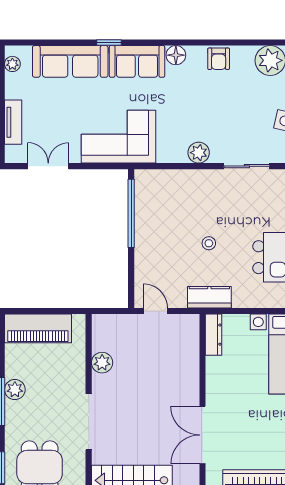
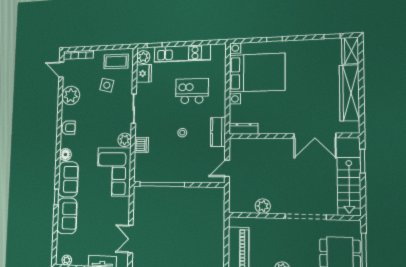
sofa: (70, 61) -> (67, 216), width x0.73
corner sofa: (119, 137) -> (114, 172), moved
dishwasher: (191, 180) -> (141, 145), added

